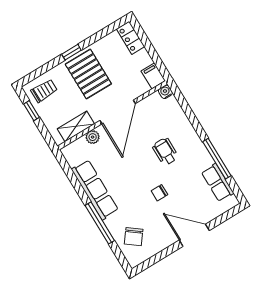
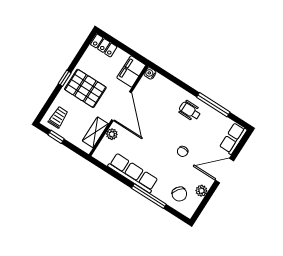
filing cabinet: (153, 76) -> (131, 71), width x2.00
wheelchair: (165, 151) -> (190, 111), moved
row of seats: (218, 183) -> (233, 139), moved, turned 90
plant: (159, 245) -> (201, 191), added

